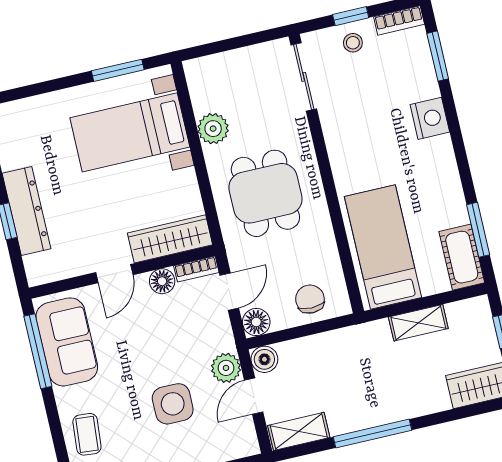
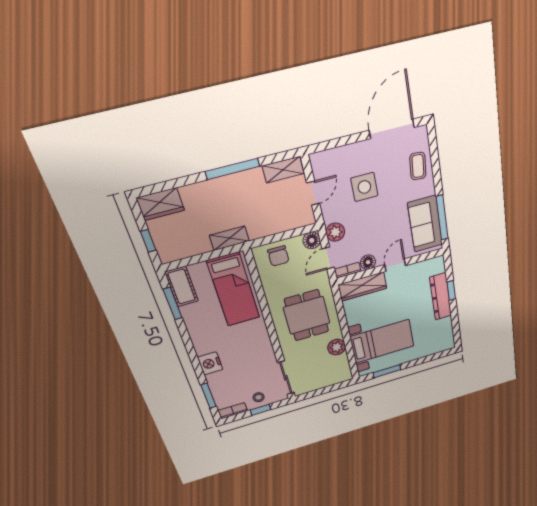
shelving: (418, 323) -> (229, 238), moved
boiler: (264, 359) -> (306, 217), removed
plant: (226, 368) -> (335, 232), moved

